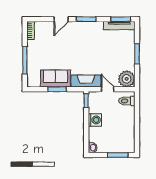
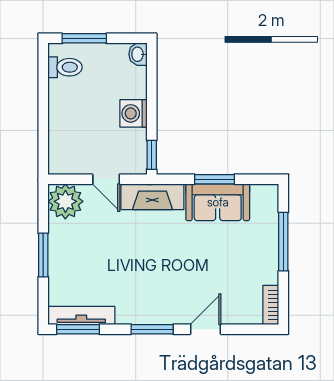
toilet: (127, 101) -> (65, 67), moved

